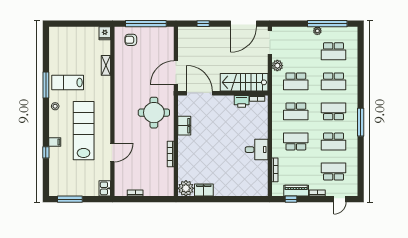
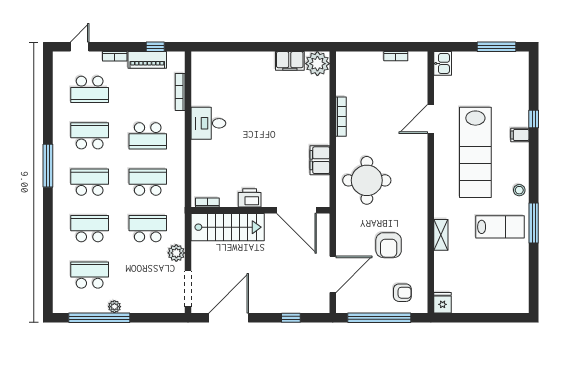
shelving: (106, 65) -> (441, 235), moved
armchair: (140, 71) -> (389, 245), added
door: (176, 73) -> (333, 274), moved
printer: (242, 101) -> (250, 198), moved
school desk: (333, 111) -> (90, 182), turned 180

